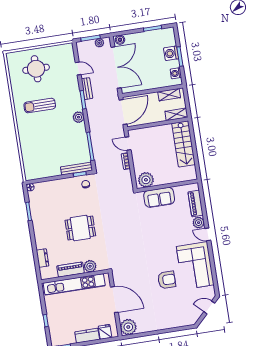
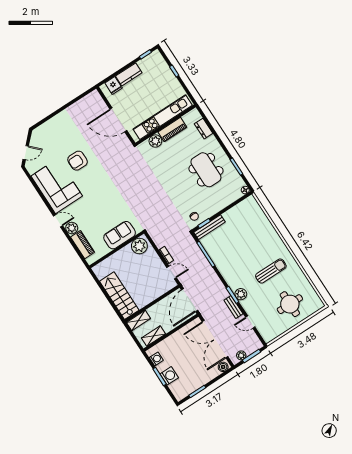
plant: (79, 117) -> (241, 294), moved
dining table: (80, 228) -> (206, 170), moved, width x1.38
plant: (128, 327) -> (94, 100), removed

